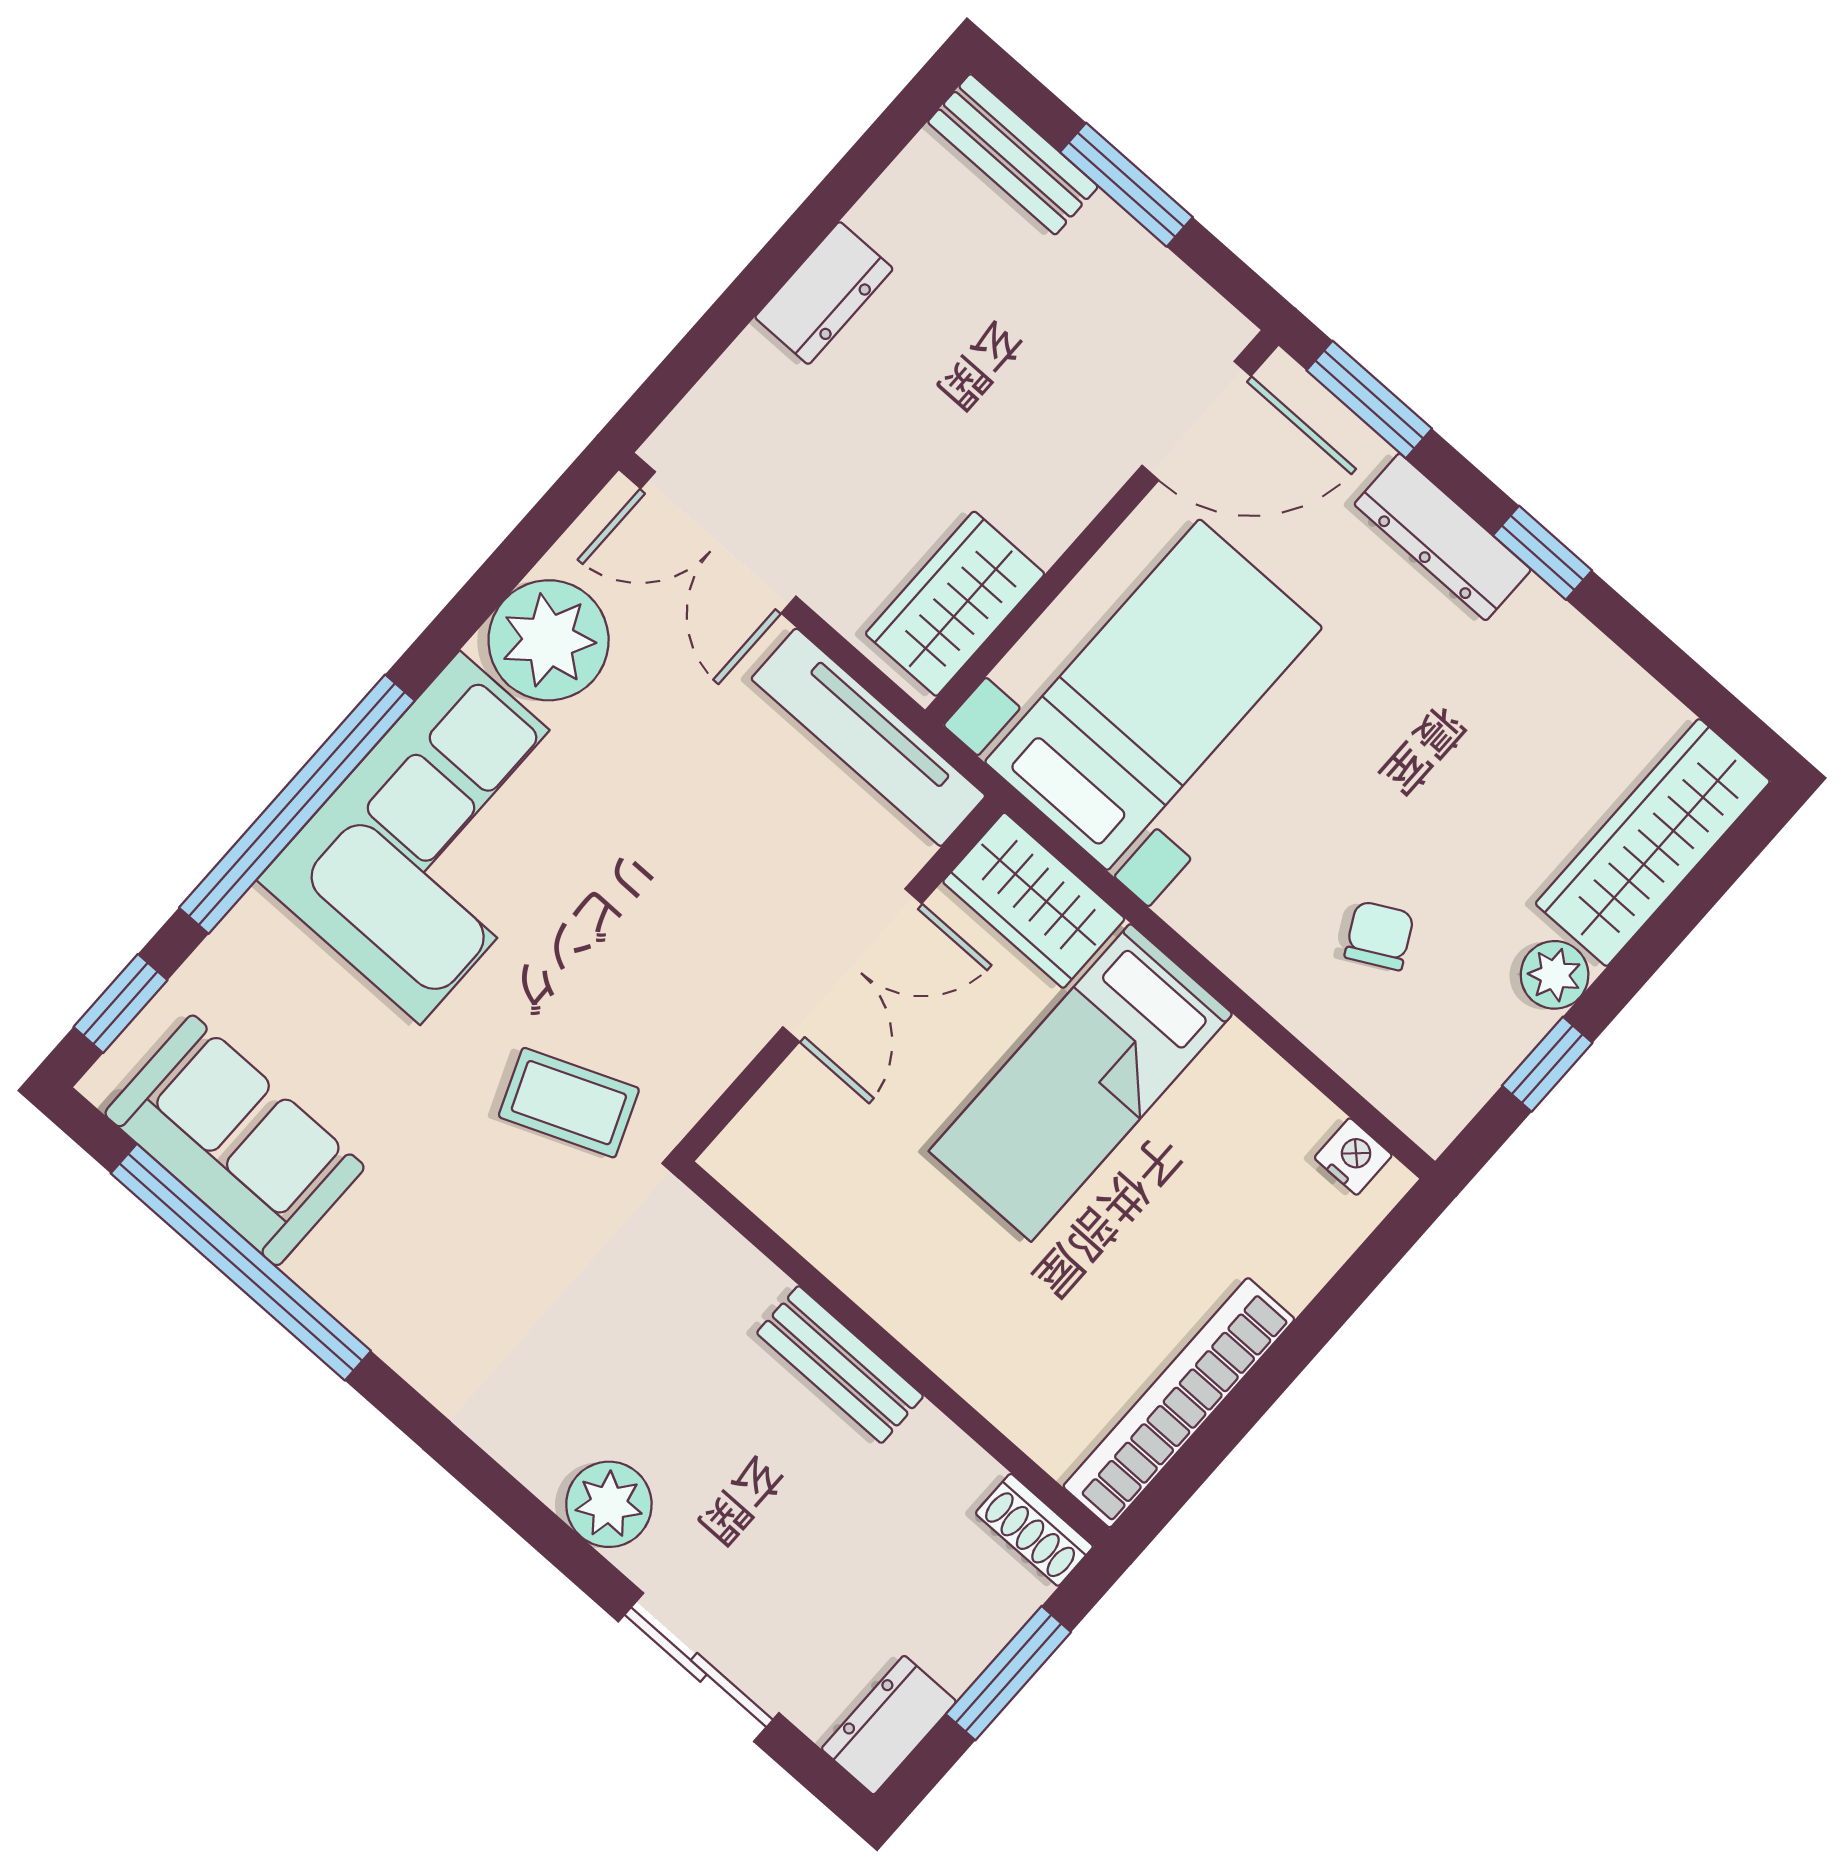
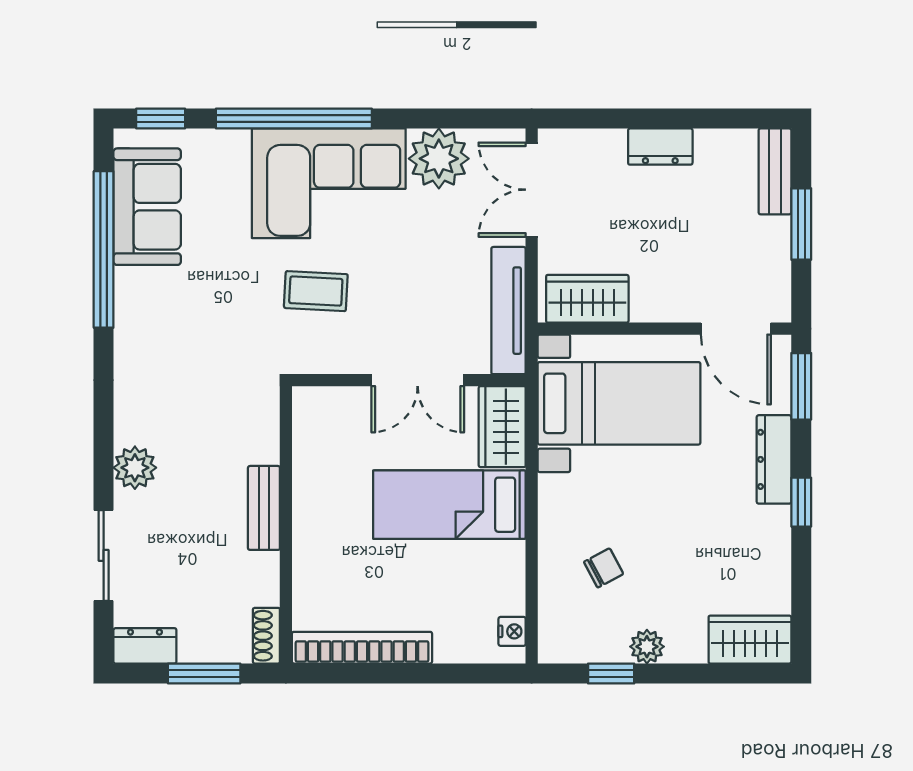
wardrobe: (1653, 843) -> (750, 640), width x0.67
coffee table: (569, 1103) -> (316, 291), moved, turned -65

